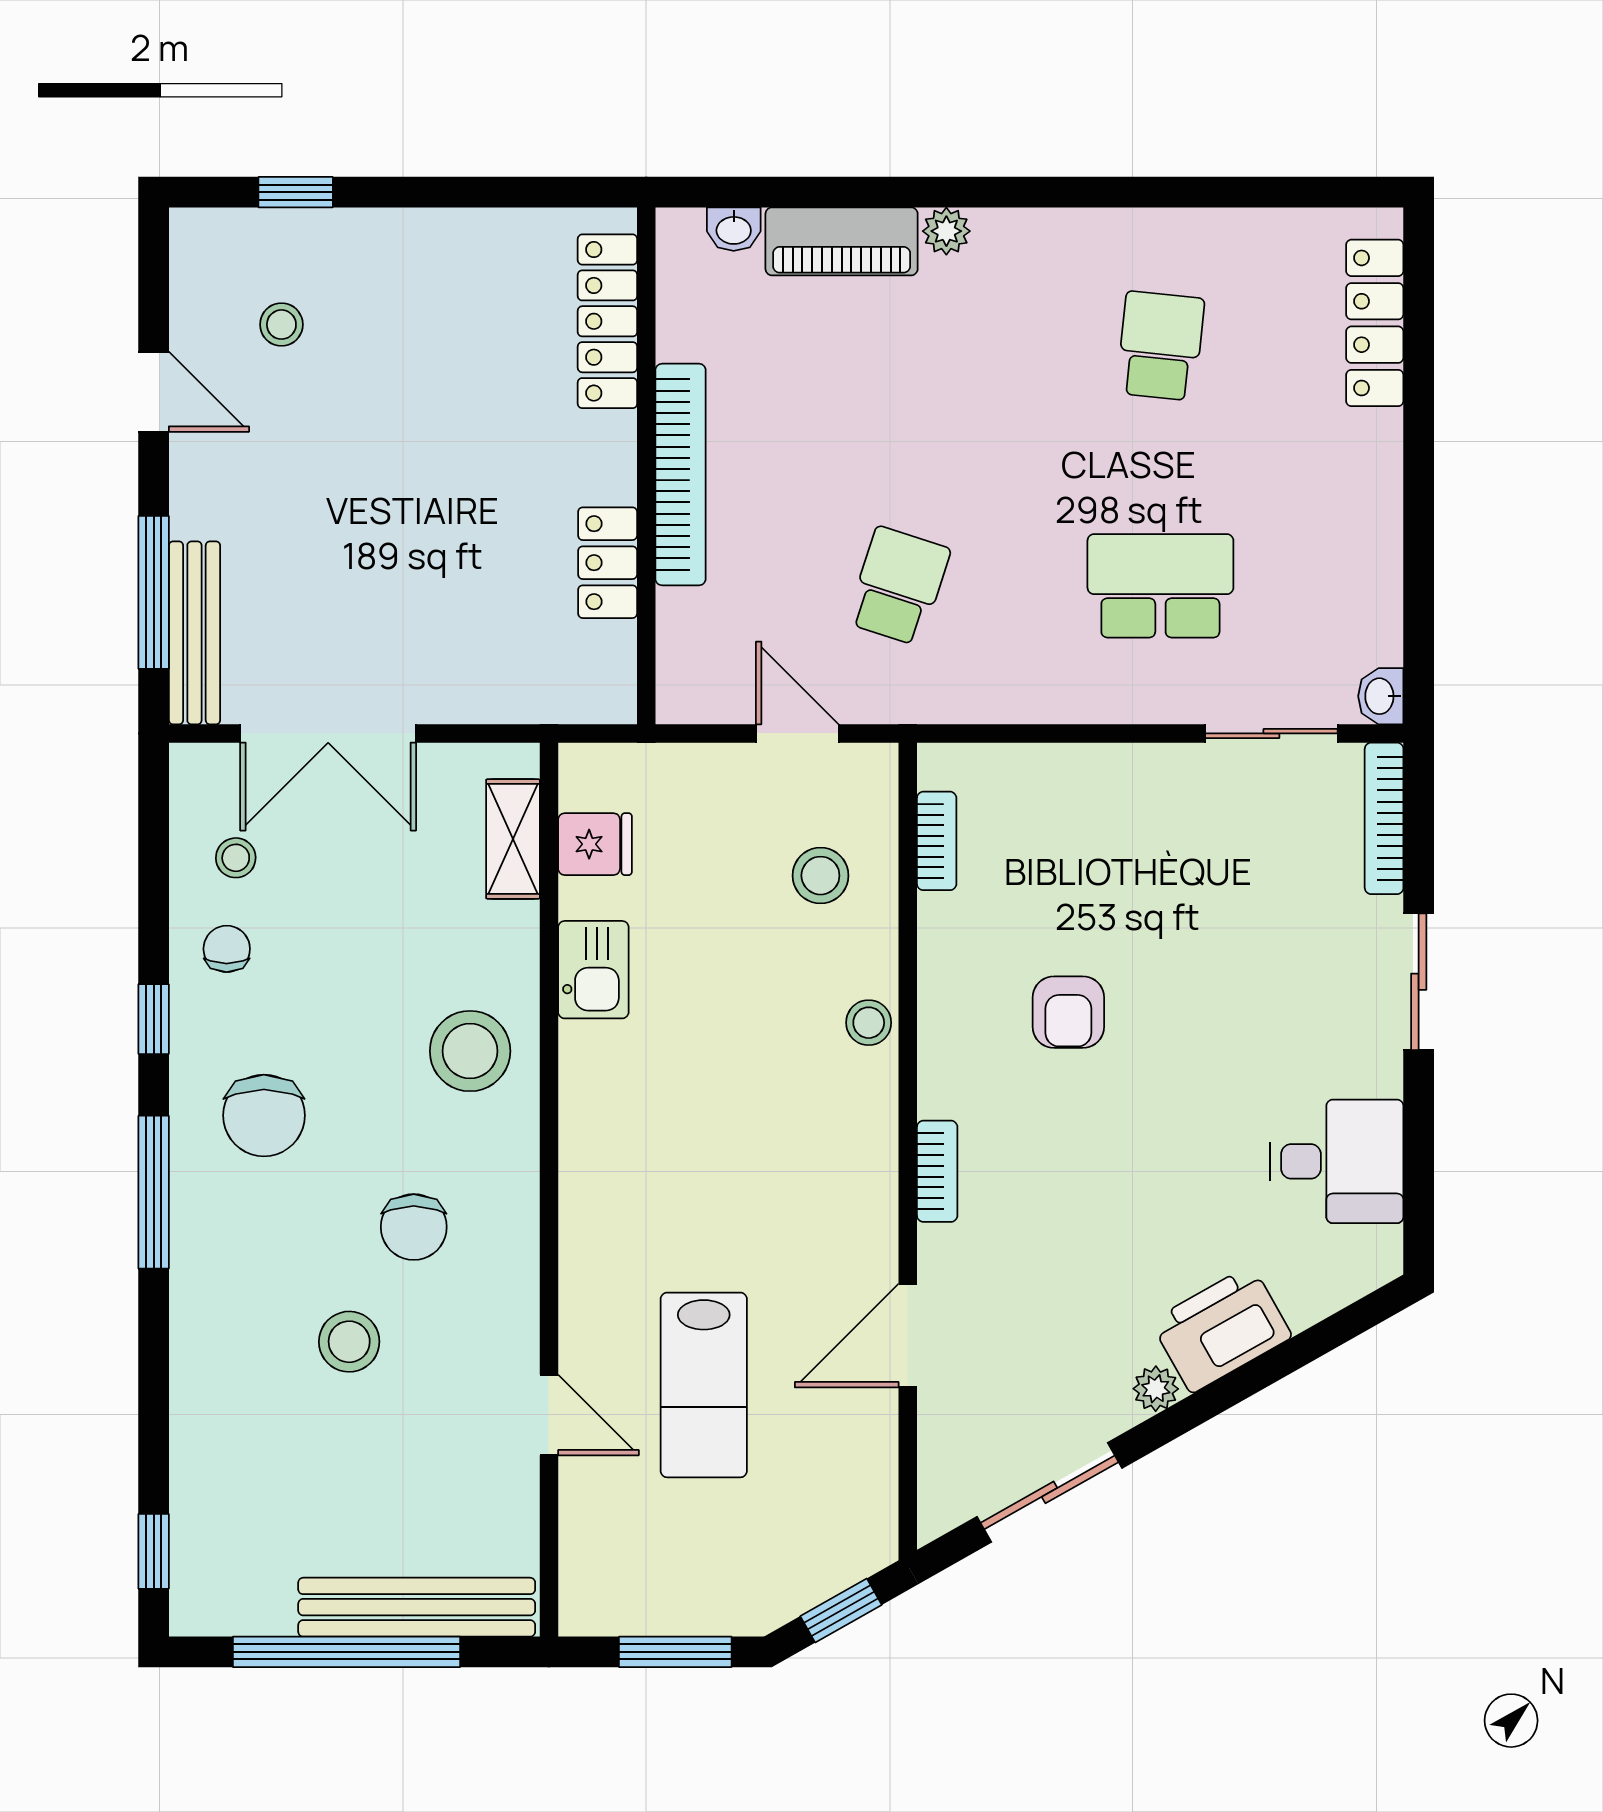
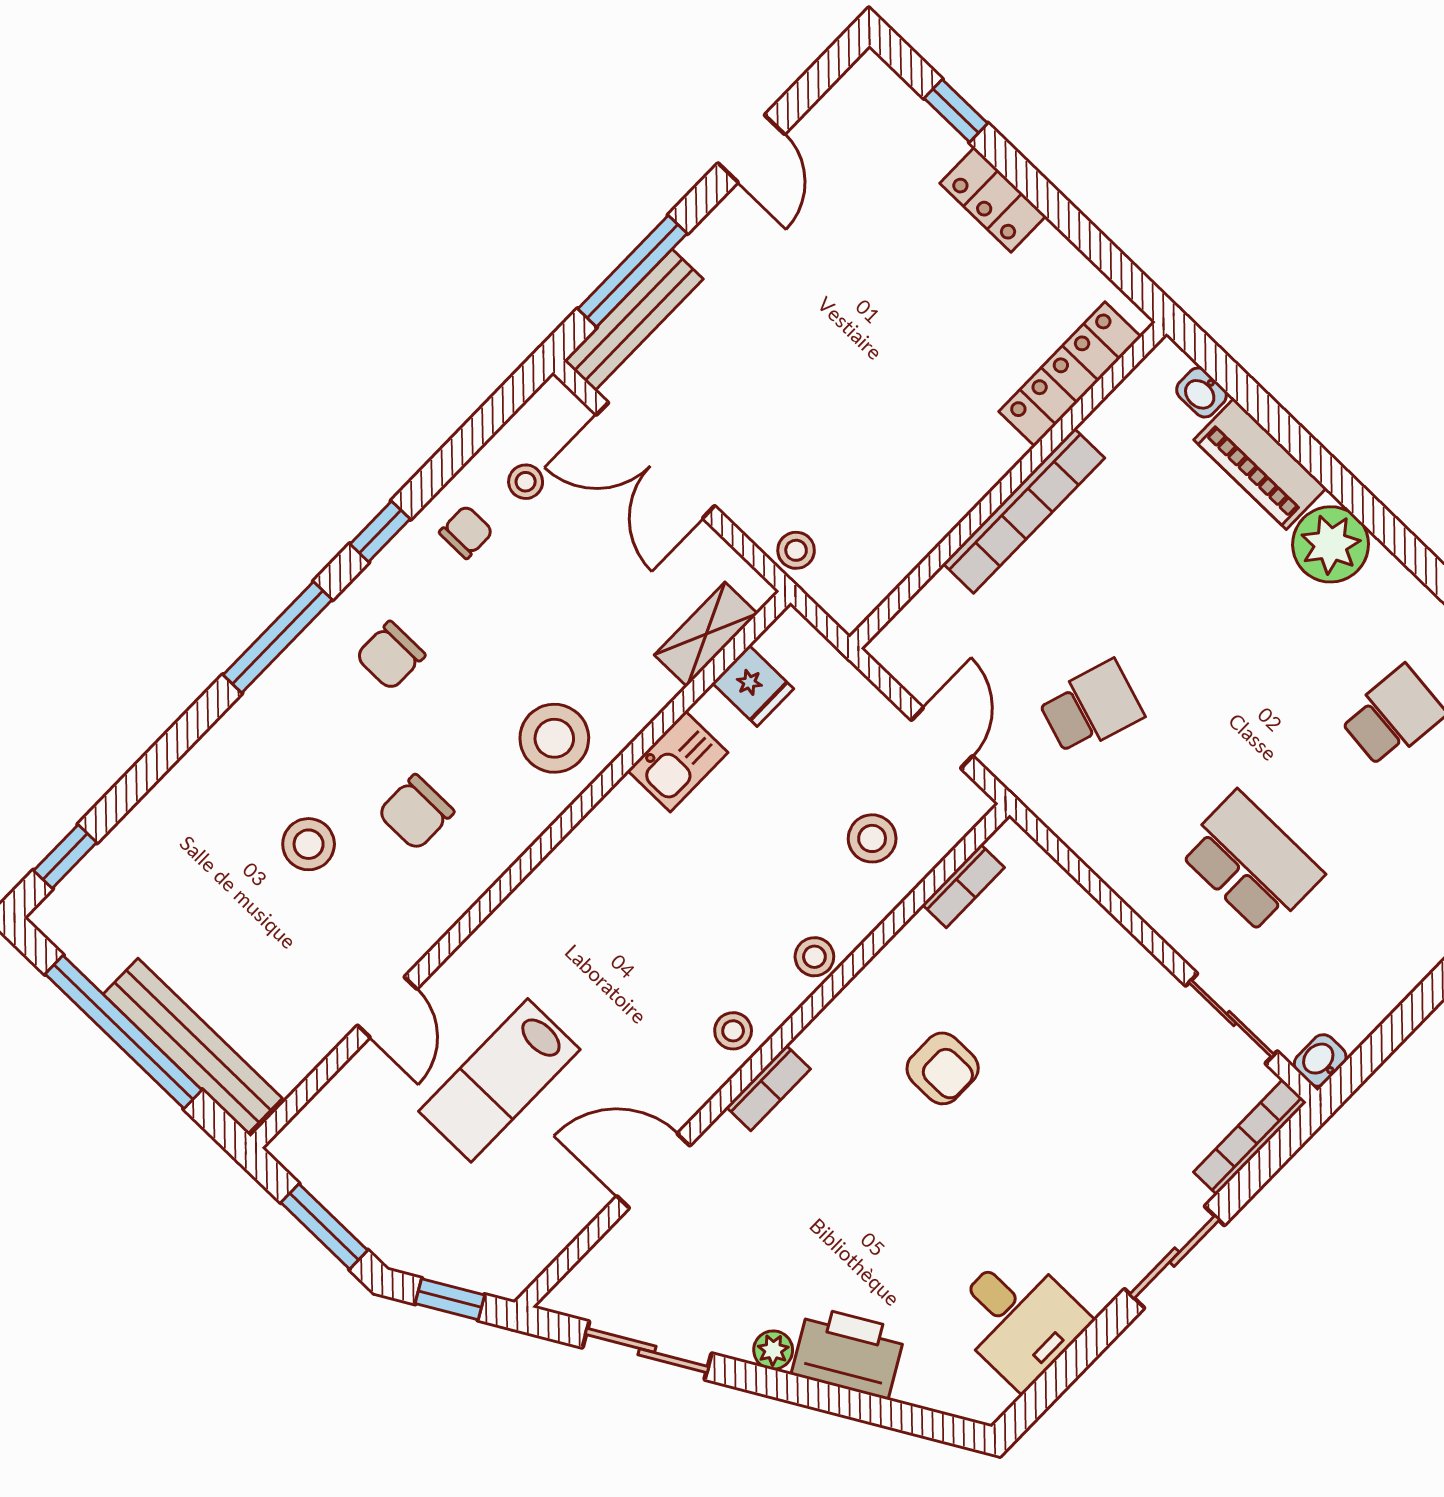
plant: (946, 231) -> (1331, 544), width x1.88, depth x1.88
stool: (281, 325) -> (796, 550), moved
locker: (608, 563) -> (993, 200), moved, turned -90
armchair: (1068, 1012) -> (943, 1068), turned -90
chair: (264, 1115) -> (390, 656), width x0.73, depth x0.73
stool: (861, 1152) -> (733, 1031), added

